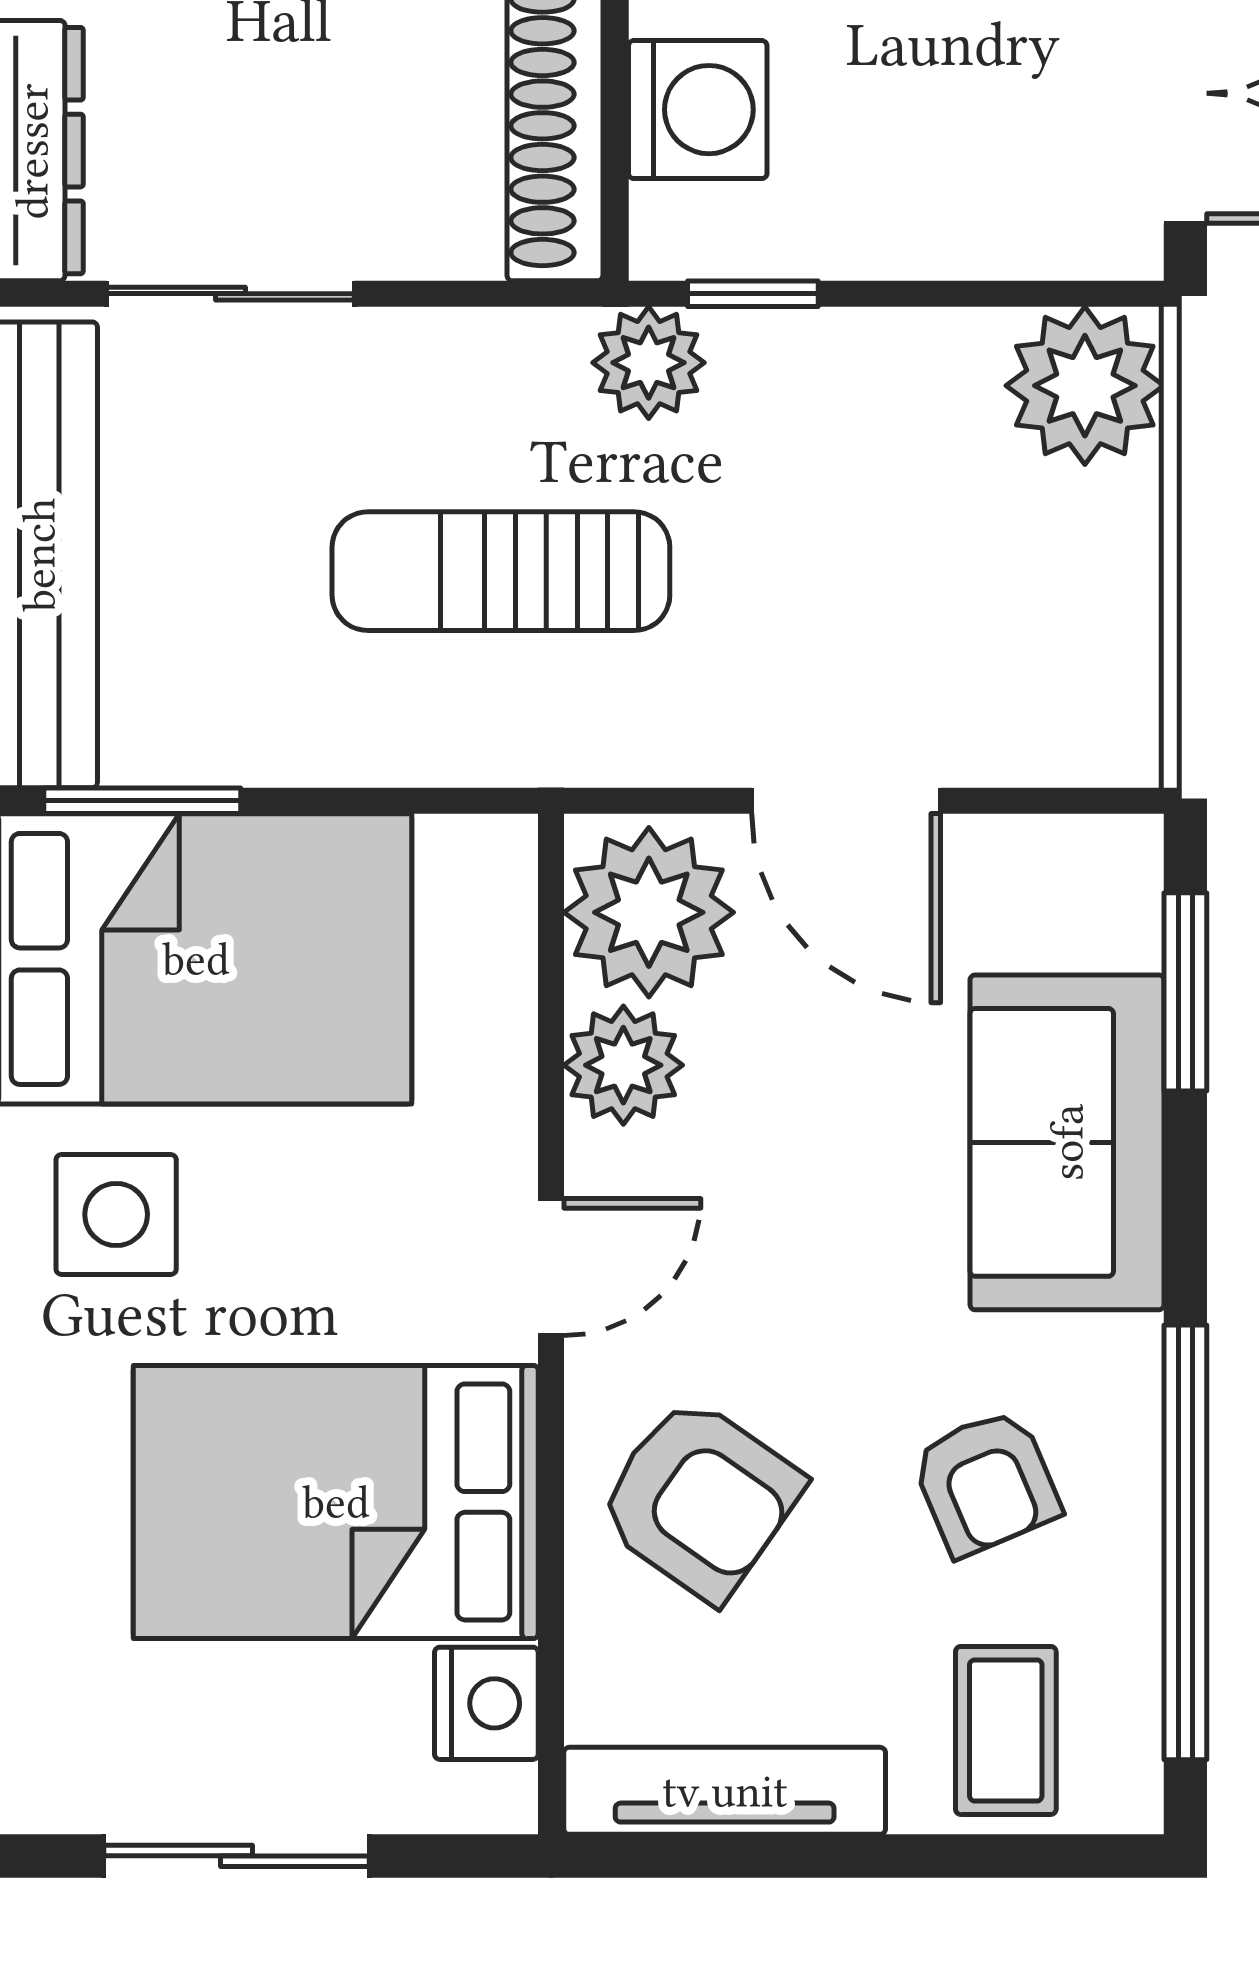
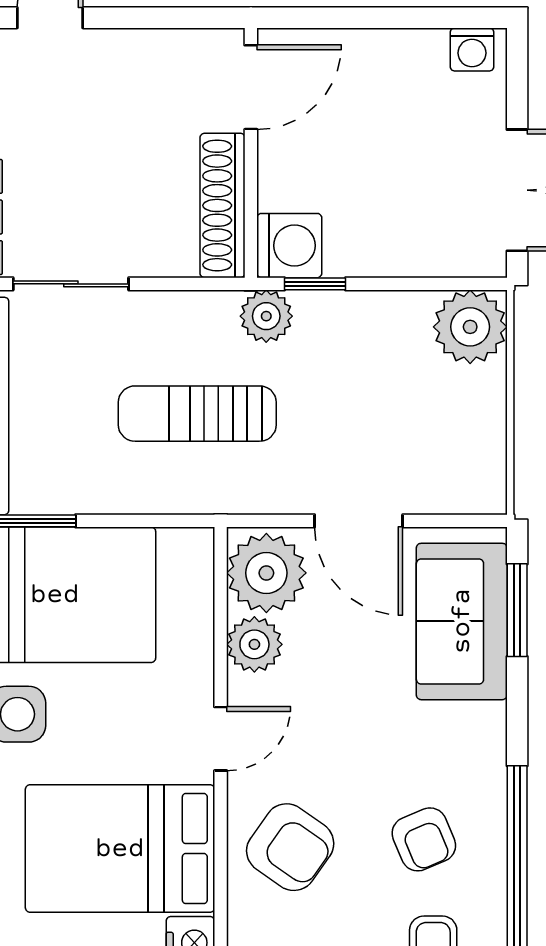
washing machine: (698, 110) -> (289, 246), moved
sofa: (1067, 1142) -> (462, 621), moved

